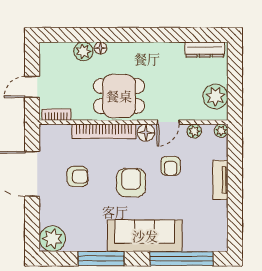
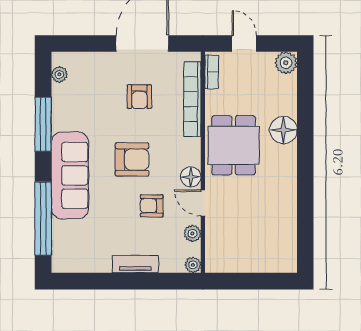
floor lamp: (100, 48) -> (283, 130), width x1.89, depth x1.89
dresser: (205, 50) -> (288, 246), removed
plant: (83, 51) -> (286, 63), moved
plant: (215, 96) -> (233, 258), removed
bookcase: (104, 131) -> (192, 99), moved
plant: (53, 239) -> (59, 74), width x0.53, depth x0.53

